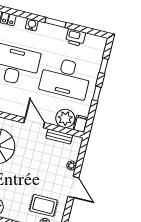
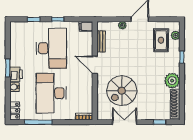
printer: (75, 37) -> (16, 74), moved
plant: (65, 118) -> (85, 40), removed
door: (34, 123) -> (95, 65), hinge flipped

